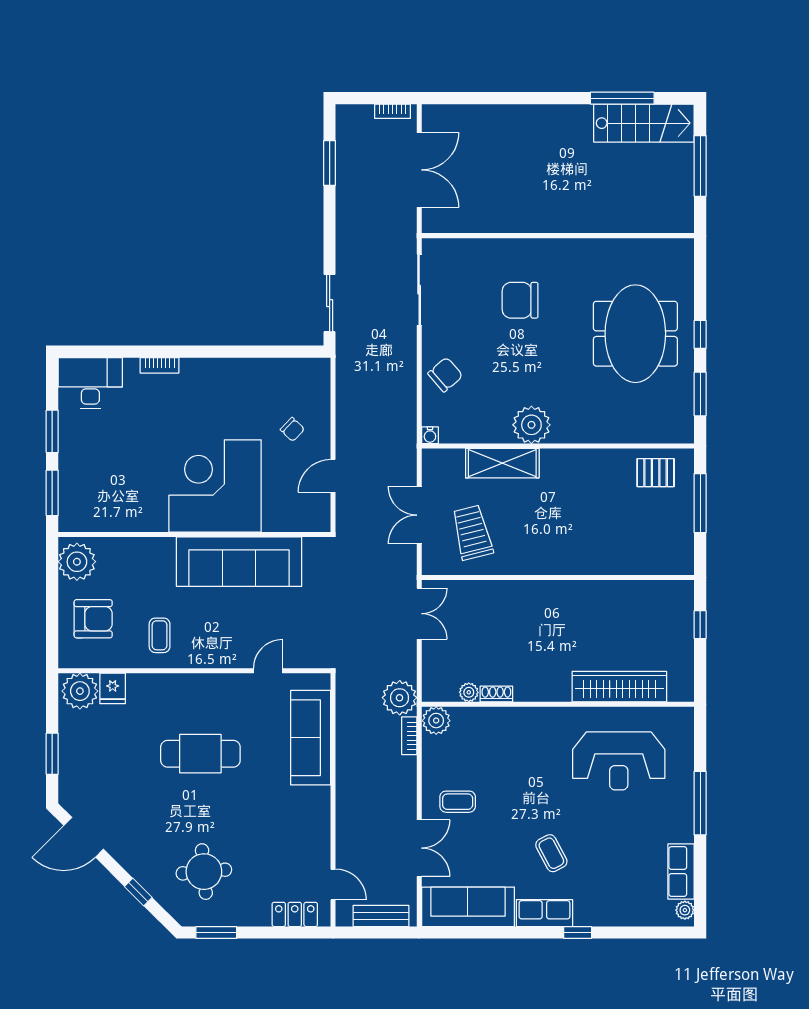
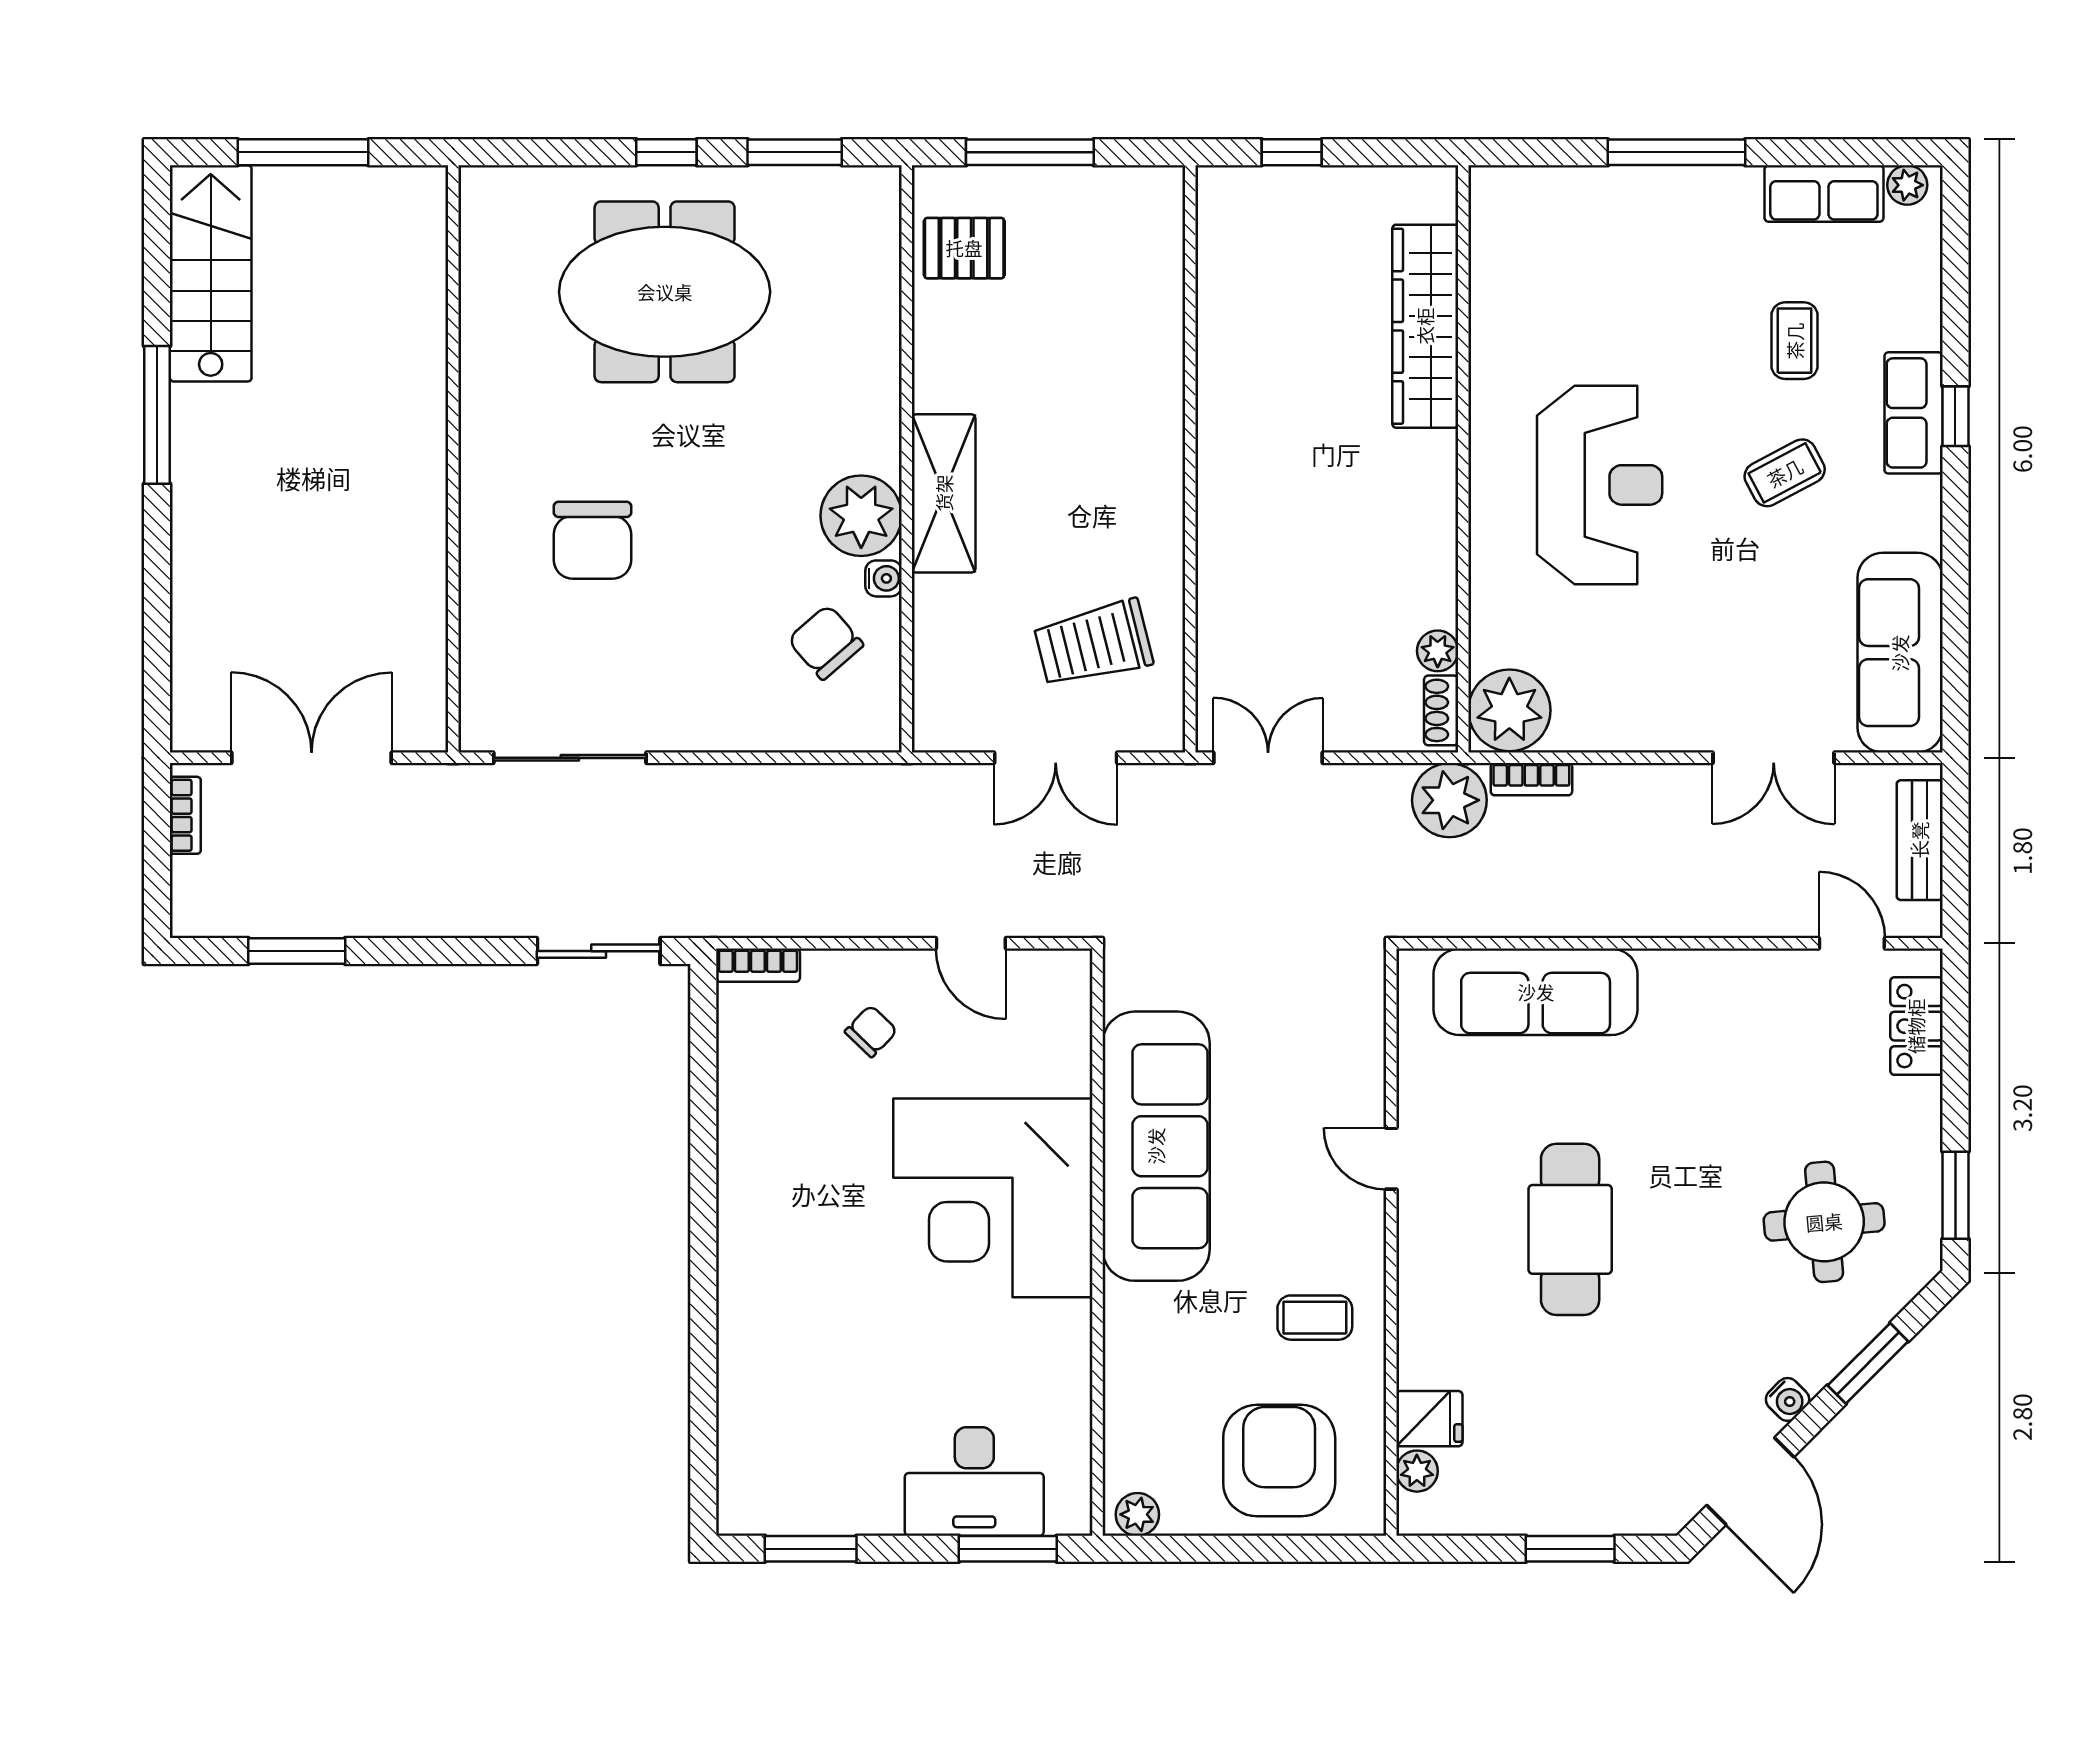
window: (622, 98) -> (157, 415), moved
bookcase: (160, 365) -> (758, 965), moved, turned 90
chair: (445, 375) -> (825, 642), moved
desk: (90, 383) -> (974, 1482), moved, turned -90
window: (52, 431) -> (811, 1549), moved
water cooler: (430, 435) -> (883, 578), moved
shelving: (502, 463) -> (944, 493), moved
pallet: (656, 473) -> (964, 248), turned 90
plant: (77, 562) -> (1137, 1514), width x0.53, depth x0.53
armchair: (93, 619) -> (1279, 1461), width x1.36, depth x1.36
door: (268, 671) -> (1391, 1159), moved
plant: (80, 691) -> (1417, 1471), width x0.53, depth x0.53
shoe rack: (496, 694) -> (1441, 710), moved
plant: (436, 721) -> (1509, 710), width x1.36, depth x1.36
reception desk: (619, 761) -> (1600, 485), moved
coffee table: (458, 802) -> (1795, 341), moved
double door: (419, 848) -> (1774, 758), swing flipped
water cooler: (122, 855) -> (1788, 1399), added
door: (333, 884) -> (1852, 943), hinge flipped
window: (138, 892) -> (1868, 1363), width x1.50
row of seats: (544, 913) -> (1914, 413), moved

